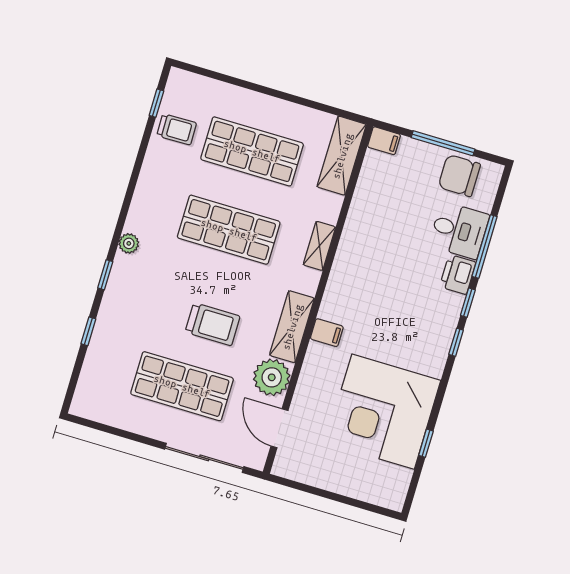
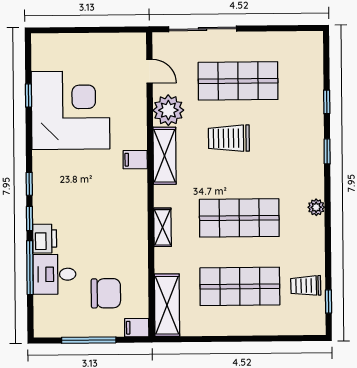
chair: (459, 176) -> (106, 293), moved
plant: (129, 243) -> (316, 207), moved
door: (280, 428) -> (149, 71), width x0.73

